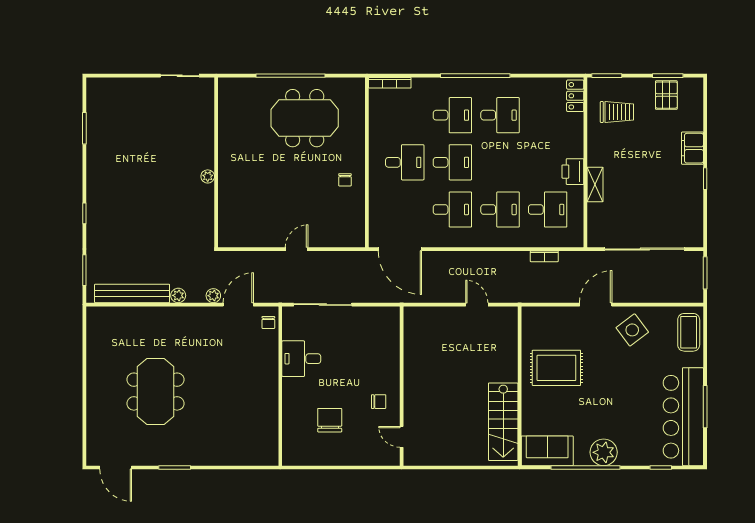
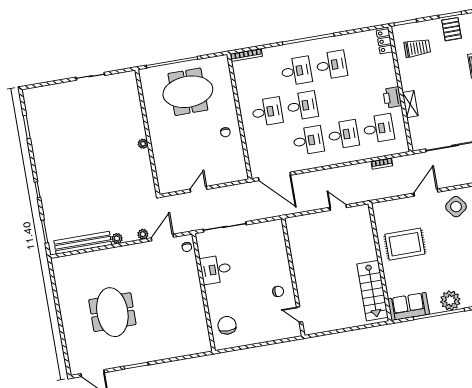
wall: (216, 162) -> (147, 132), moved
plant: (208, 176) -> (143, 144), moved
chair: (330, 420) -> (227, 325), moved

